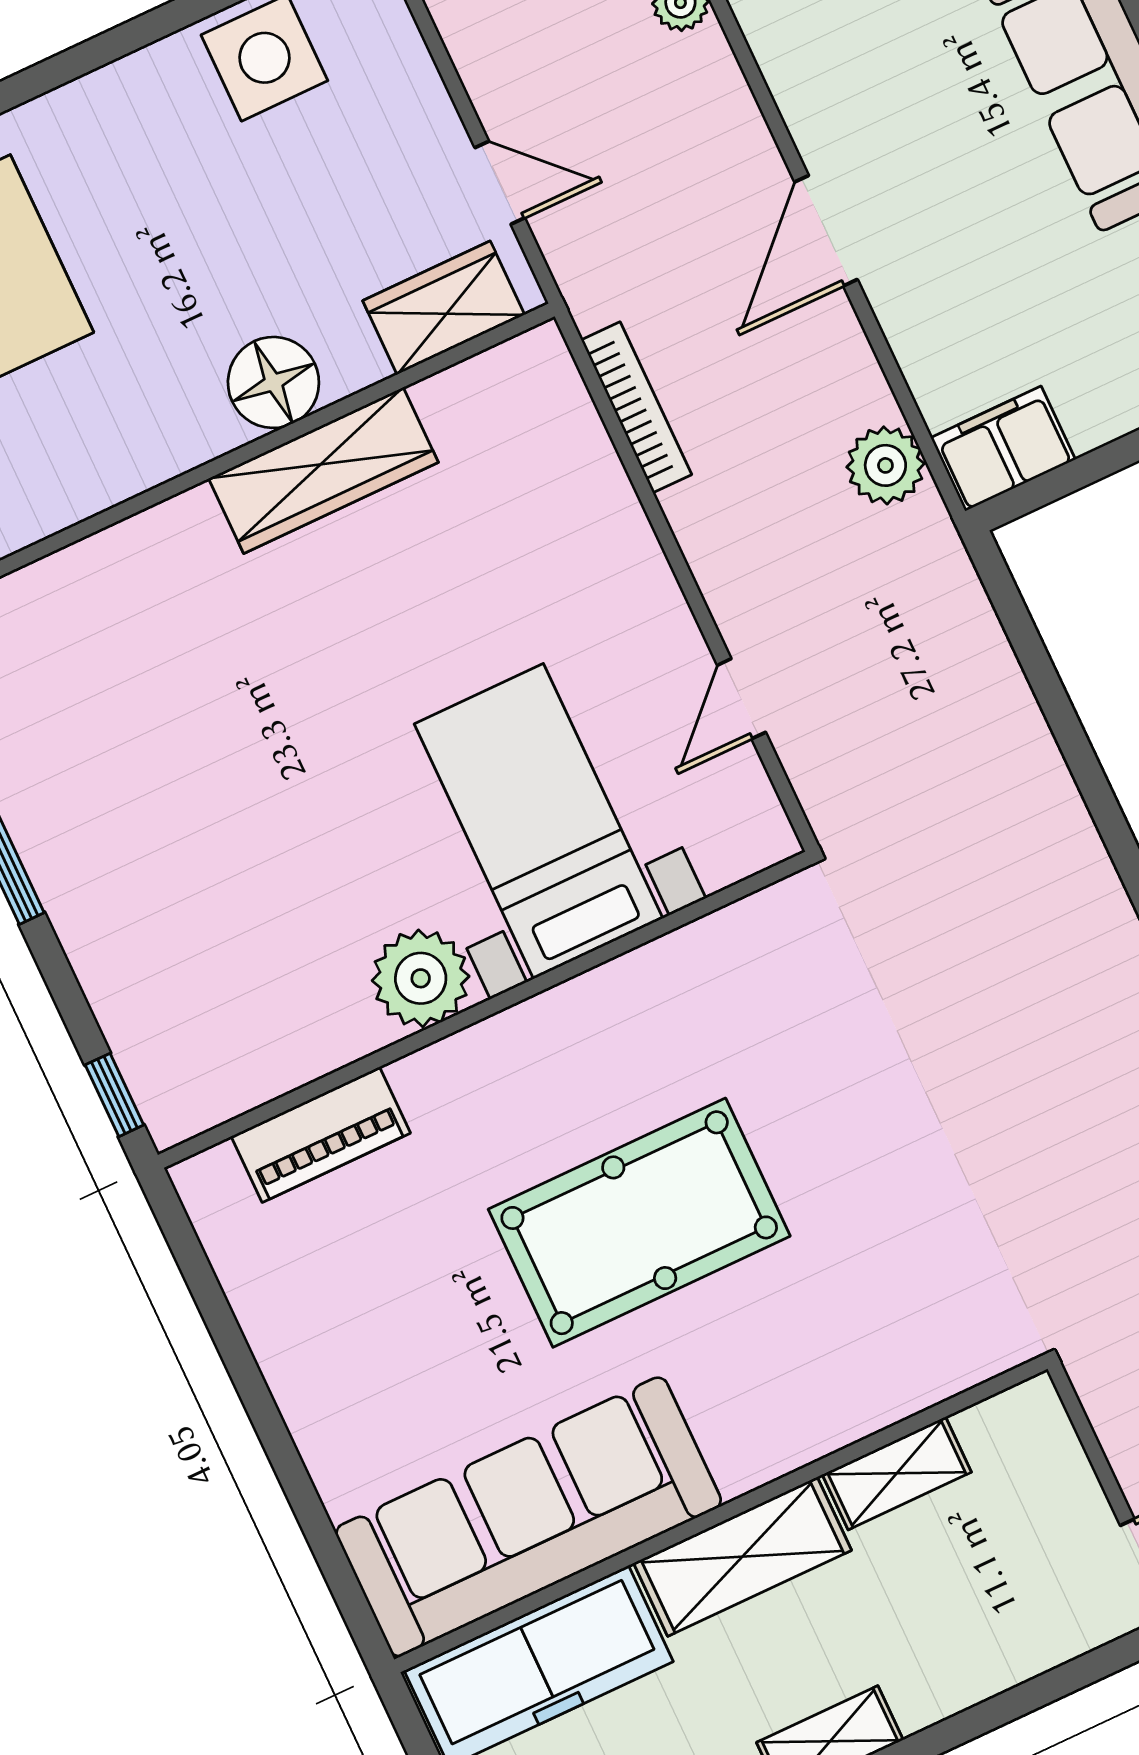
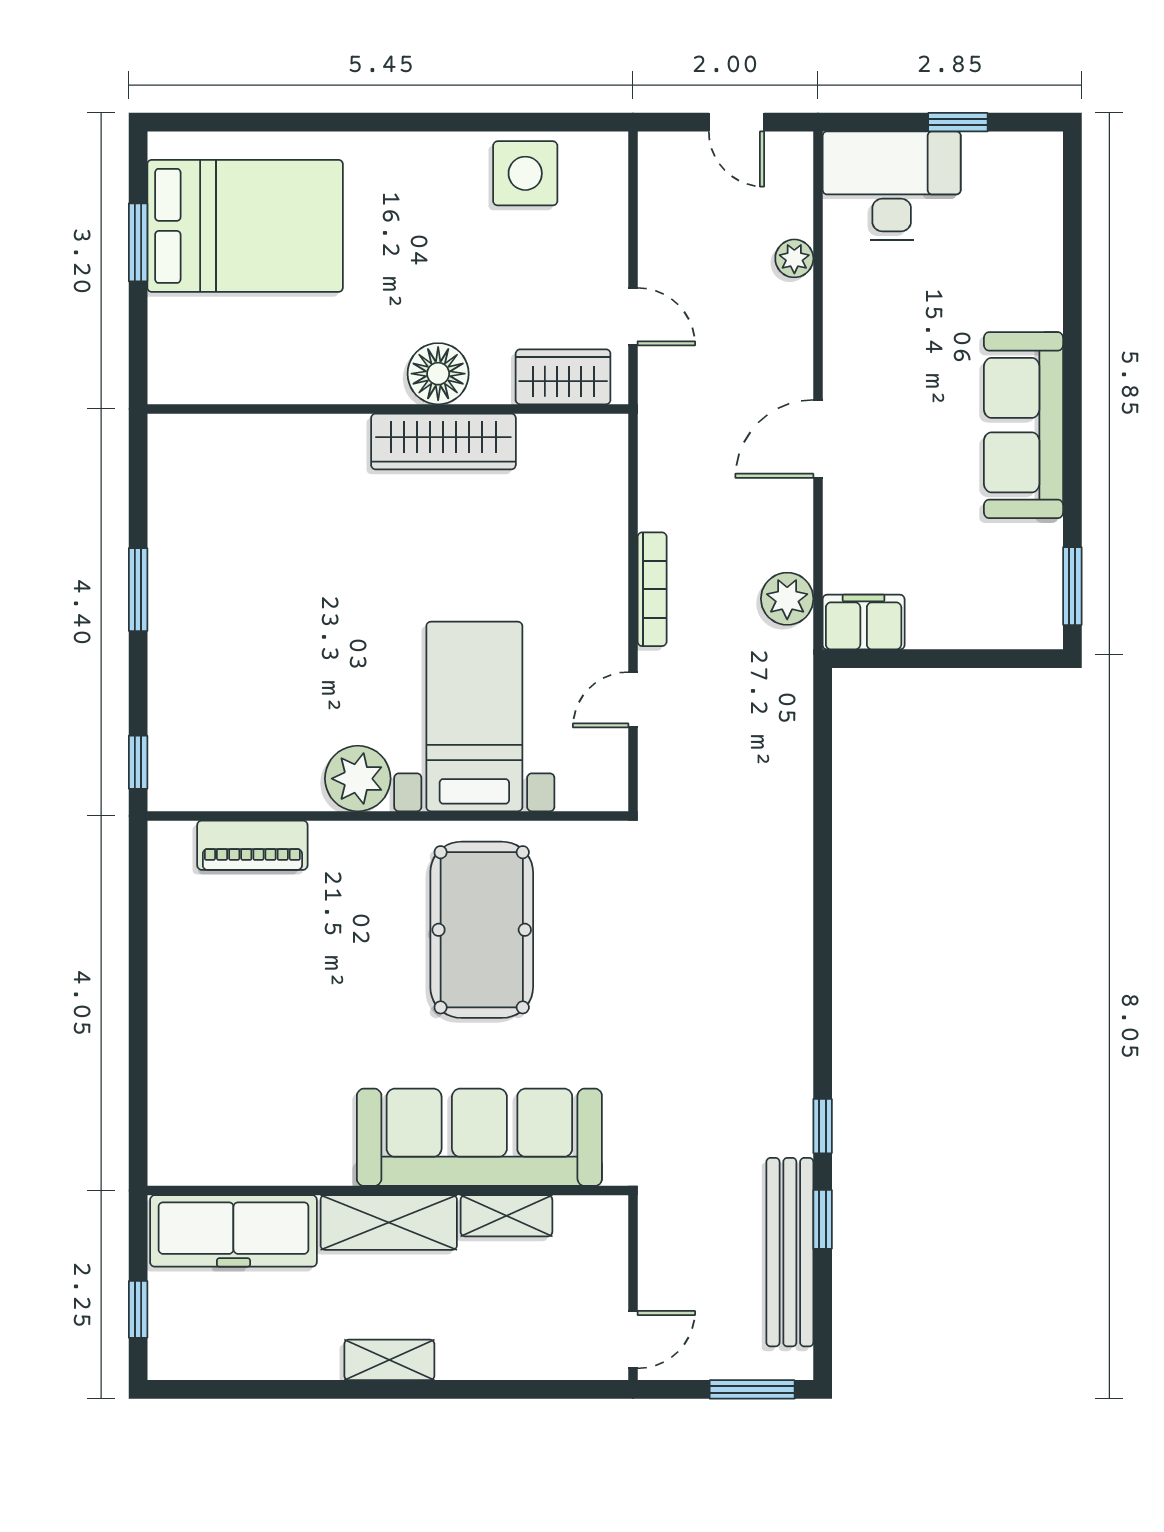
bookcase: (636, 407) -> (652, 589), moved
pool table: (639, 1223) -> (482, 930), moved, turned 90
sofa: (529, 1517) -> (479, 1137), moved

